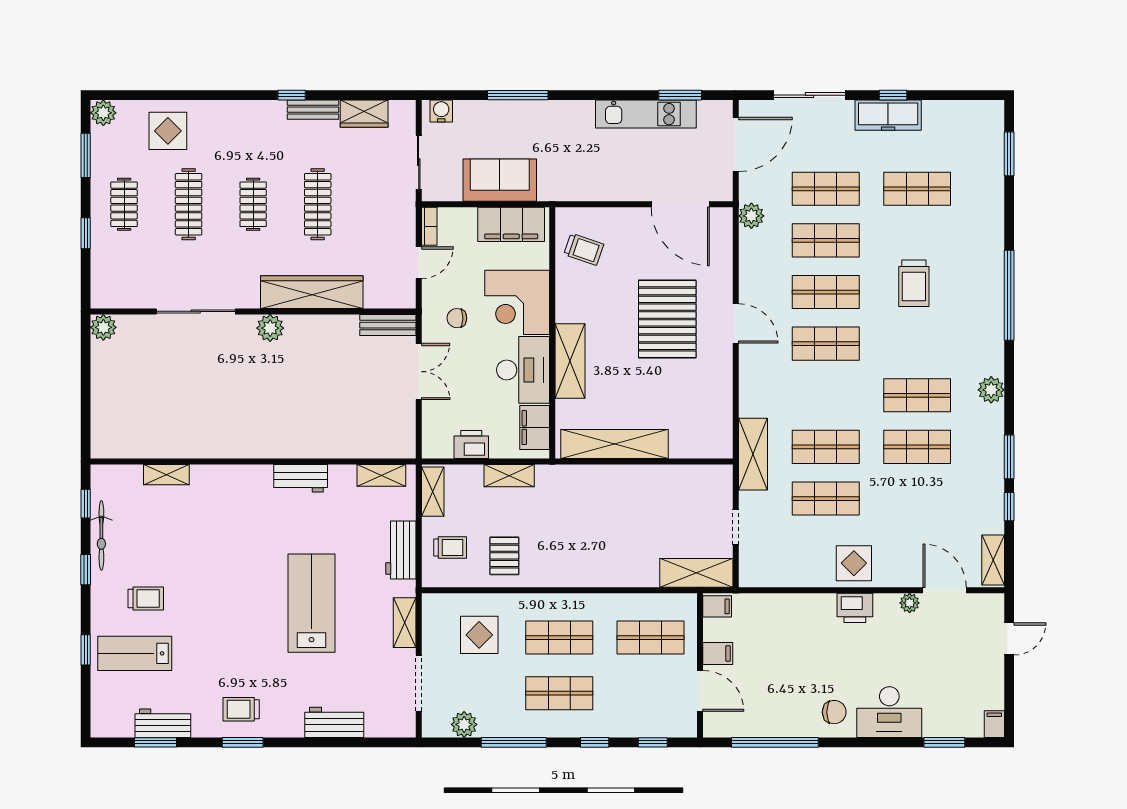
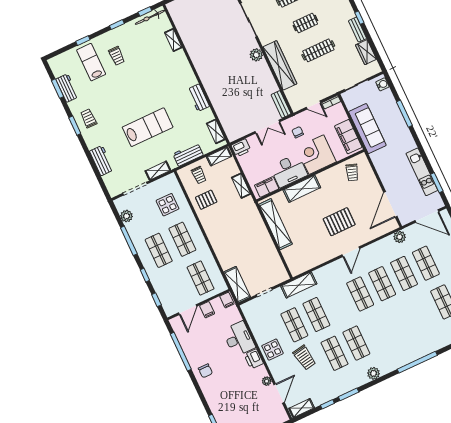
sofa: (500, 180) -> (367, 129), width x1.36
trolley: (914, 283) -> (304, 357), moved, turned -100
pallet: (667, 319) -> (339, 222), width x0.73, depth x0.71
printer: (471, 445) -> (241, 148), moved, turned 90
bicycle: (101, 535) -> (150, 17), moved
desk: (889, 712) -> (239, 339), moved, turned 180

